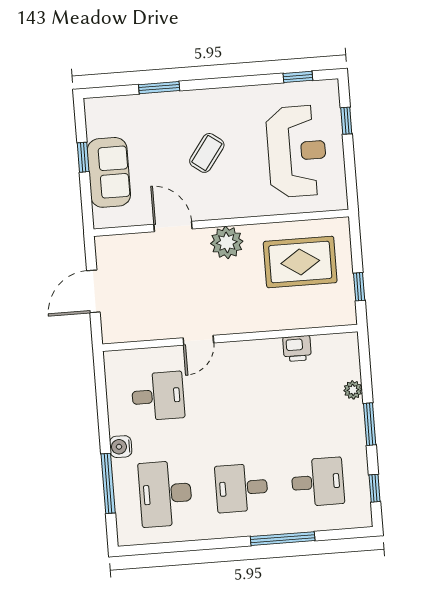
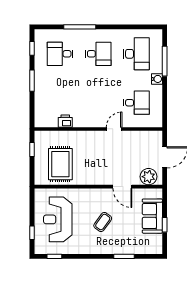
plant: (227, 242) -> (149, 177), moved
rug: (300, 262) -> (60, 164), turned 90
plant: (353, 390) -> (39, 98), removed
desk: (158, 396) -> (136, 103), turned 180

